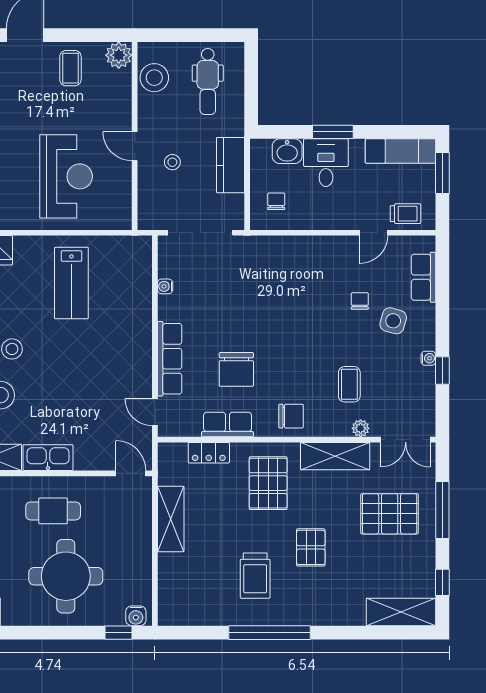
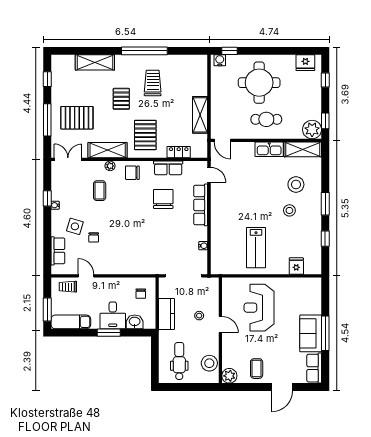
door: (374, 233) -> (86, 276), hinge flipped
lab bench: (71, 283) -> (256, 248), turned 180
plant: (361, 428) -> (110, 166), moved
shelving: (401, 612) -> (95, 62), moved

